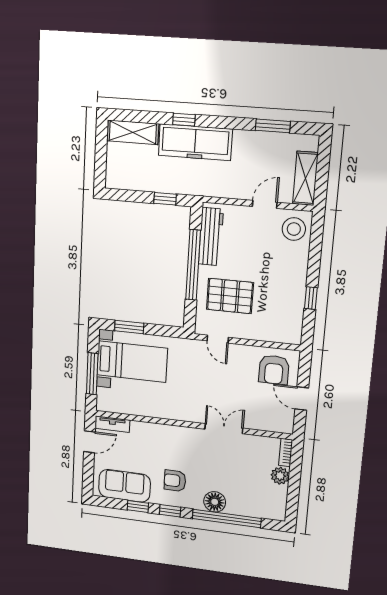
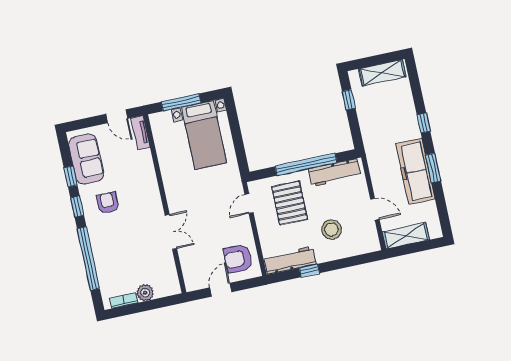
window: (273, 126) -> (433, 168), moved
shelving: (133, 132) -> (382, 73), moved, turned 90
freezer: (195, 142) -> (415, 171), moved
window: (165, 199) -> (349, 100), moved
stool: (294, 229) -> (331, 229), moved
workbench: (293, 316) -> (290, 260), added
window: (129, 327) -> (234, 124), removed
bookcase: (286, 453) -> (124, 301), moved
floor lamp: (215, 502) -> (100, 243), removed

